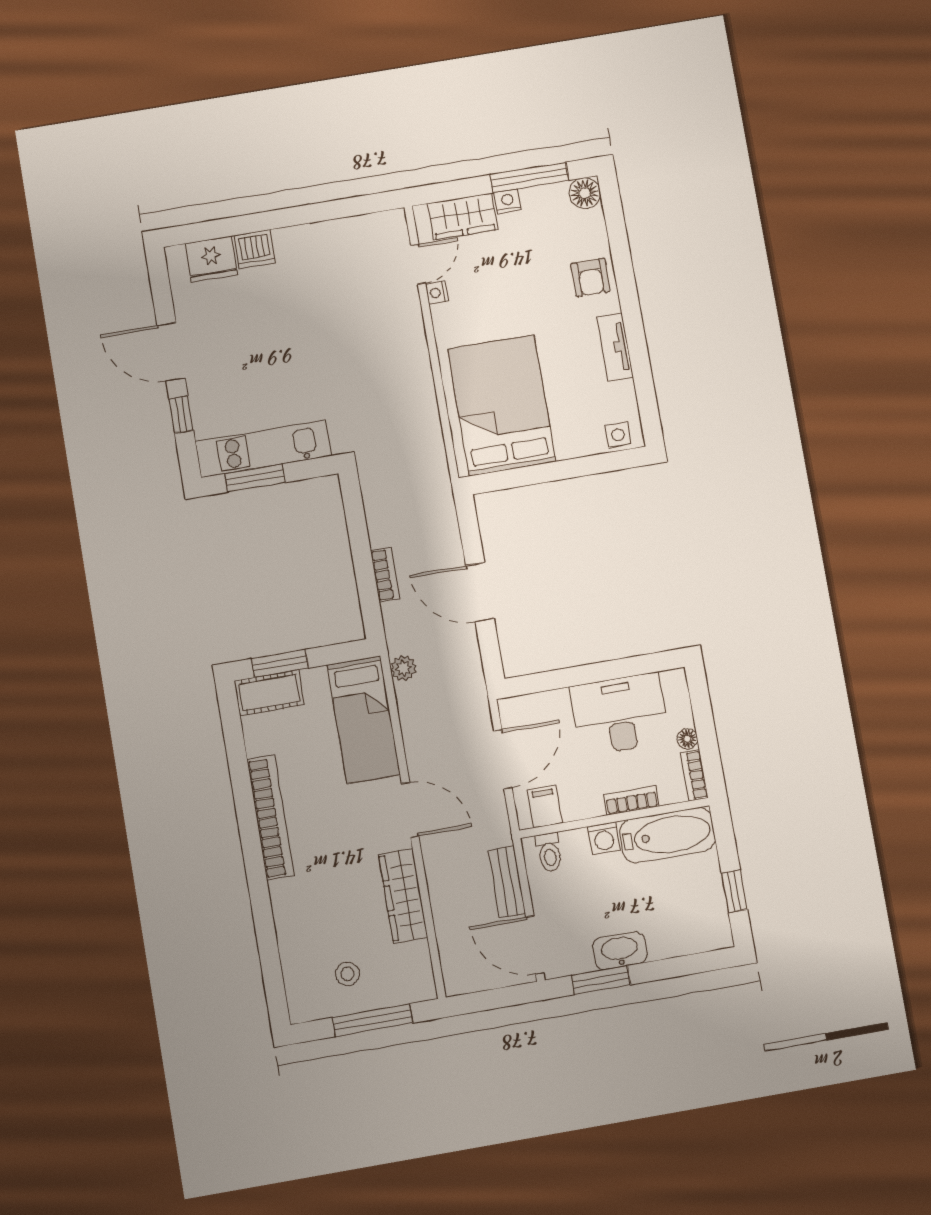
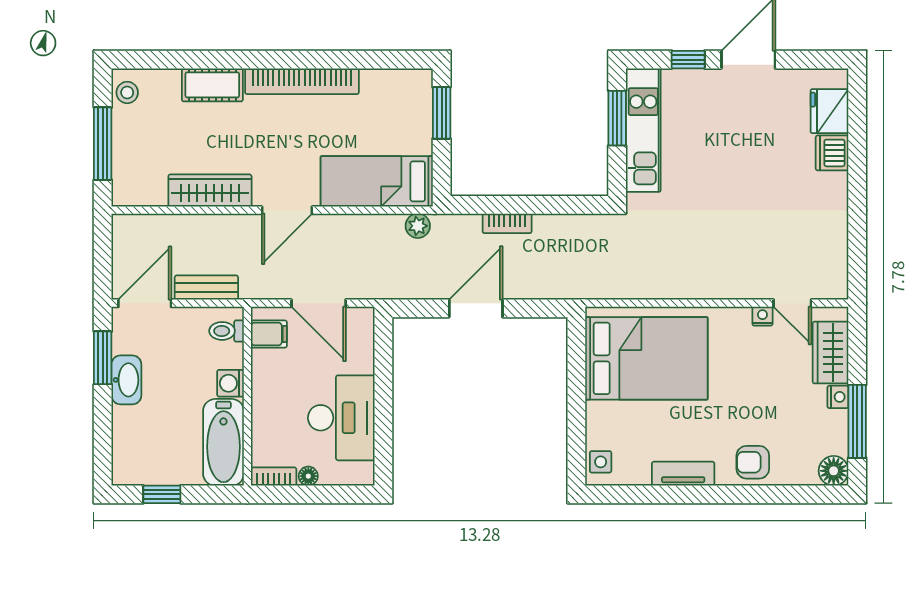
cot: (269, 693) -> (212, 85), moved, turned 90
bookcase: (631, 800) -> (261, 415), removed
stool: (347, 974) -> (127, 92), moved

